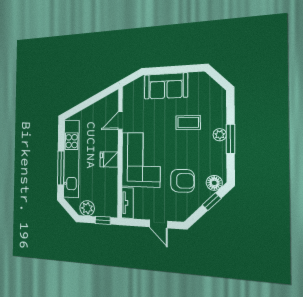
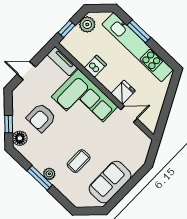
sofa: (166, 86) -> (110, 182), moved
door: (120, 120) -> (129, 114), hinge flipped
fridge: (109, 159) -> (123, 92), moved
window: (61, 168) -> (139, 31), width x0.69
dishwasher: (109, 176) -> (95, 66), added

